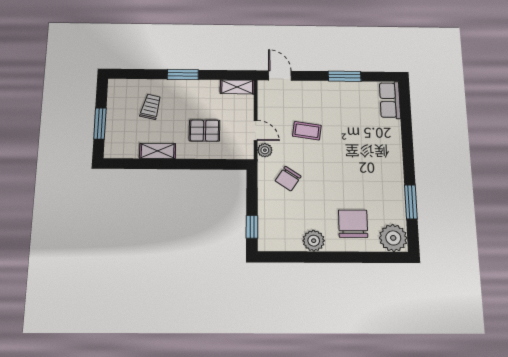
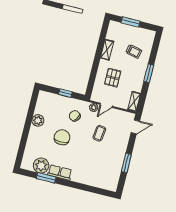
row of seats: (390, 100) -> (60, 173), moved
chair: (353, 224) -> (62, 137), moved, turned -90
window: (252, 227) -> (65, 93), moved
plant: (393, 238) -> (41, 166), moved

